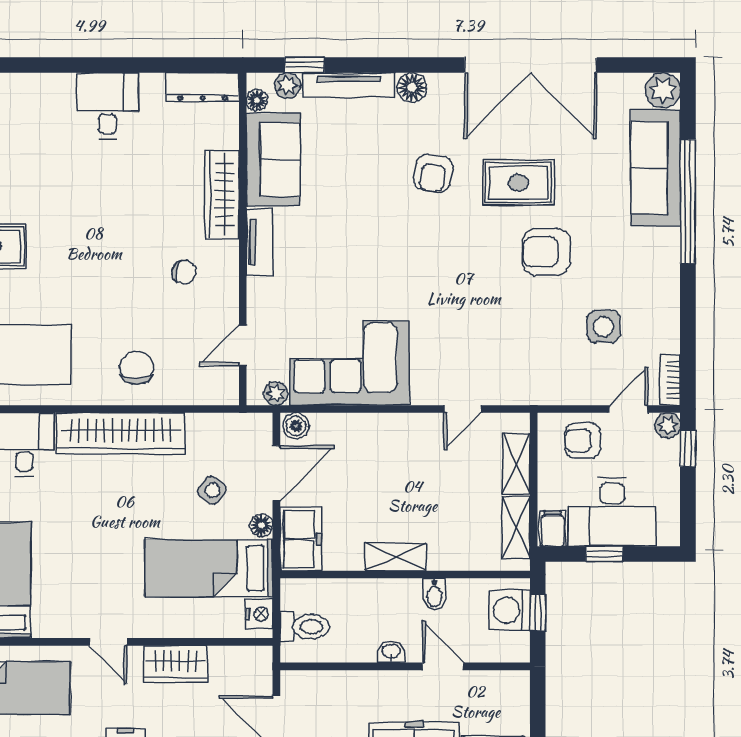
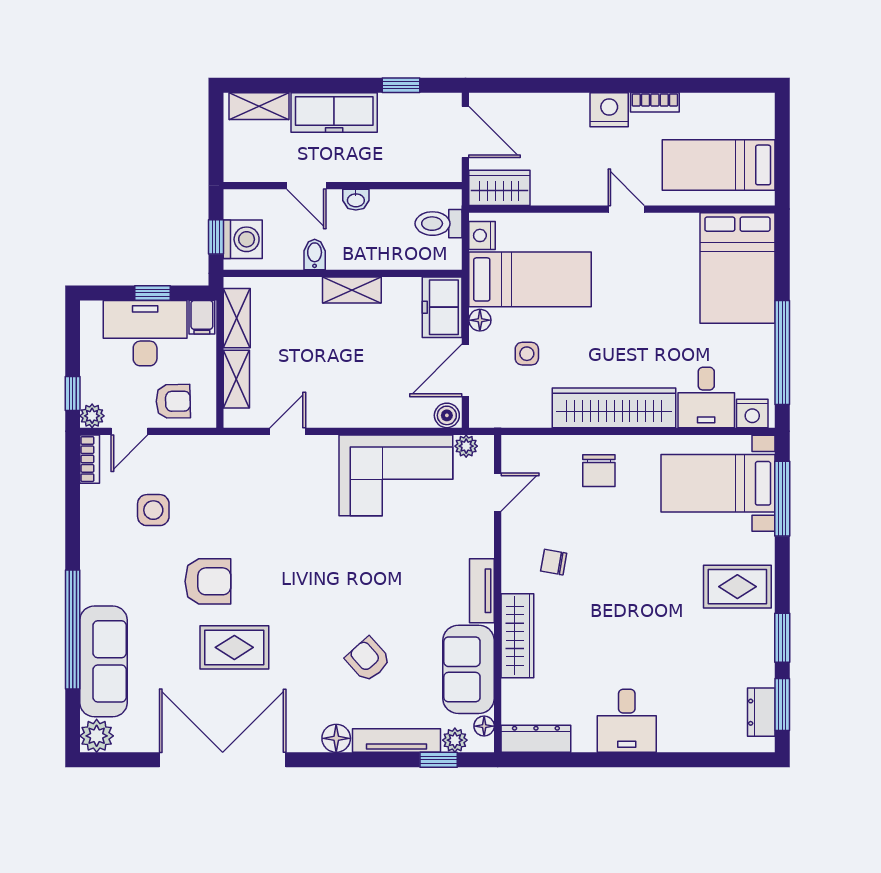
armchair: (433, 173) -> (368, 659), moved, turned -51
side table: (212, 490) -> (527, 354), turned -37
wardrobe: (175, 664) -> (499, 188), moved

